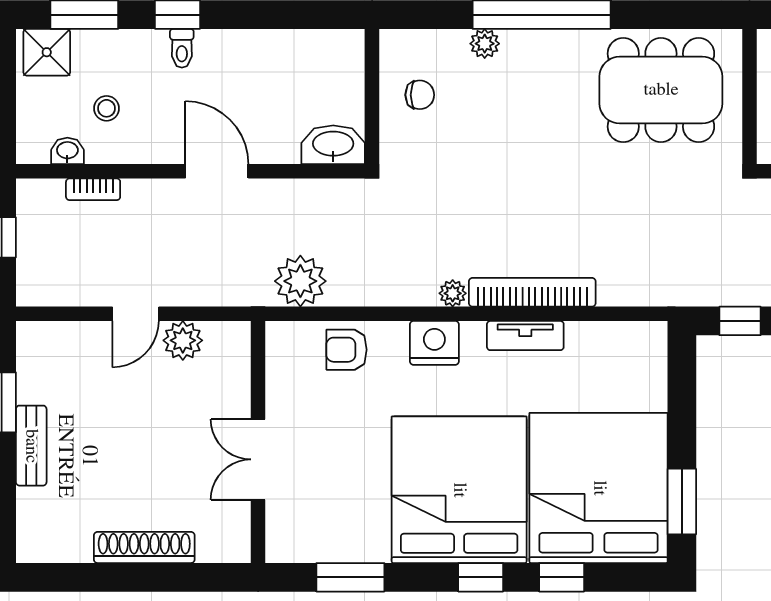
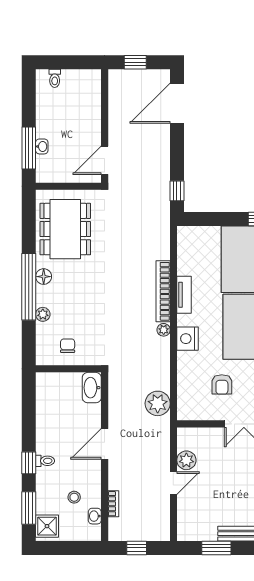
floor lamp: (563, 45) -> (44, 277), added
door: (136, 314) -> (173, 483), hinge flipped
armchair: (347, 350) -> (222, 384), moved

